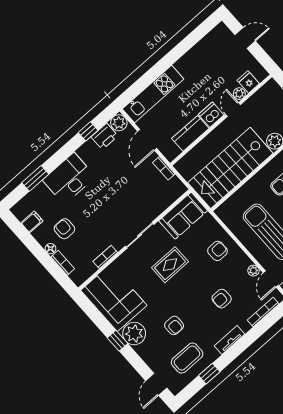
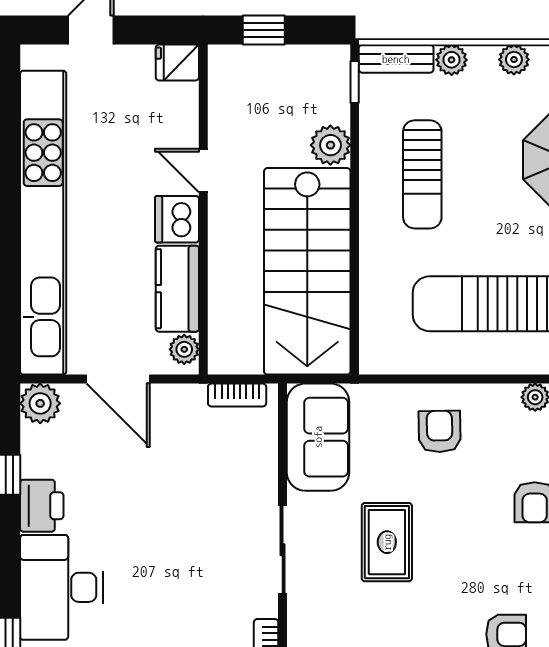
fridge: (248, 82) -> (177, 63), moved
kitchen unit: (153, 94) -> (43, 223), width x1.86
plant: (239, 94) -> (184, 349), moved
printer: (104, 136) -> (42, 506), moved
bookcase: (164, 168) -> (237, 395), moved

